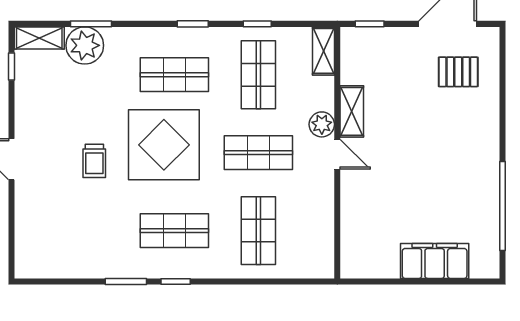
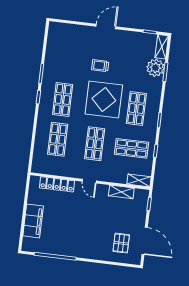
shelving: (352, 111) -> (121, 192), moved
plant: (322, 124) -> (104, 175), removed
door: (337, 154) -> (89, 181), hinge flipped
locker: (352, 221) -> (57, 184), added
shop shelf: (258, 231) -> (58, 139), turned 90

